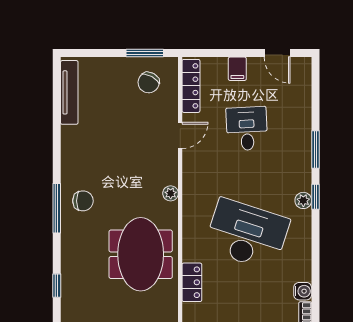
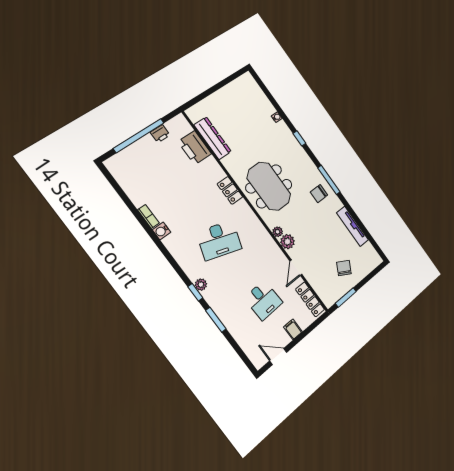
chair: (149, 83) -> (344, 268), moved
tv unit: (69, 92) -> (352, 226), moved
plant: (167, 173) -> (287, 242), added
desk: (247, 234) -> (219, 240), width x0.73, depth x0.77

